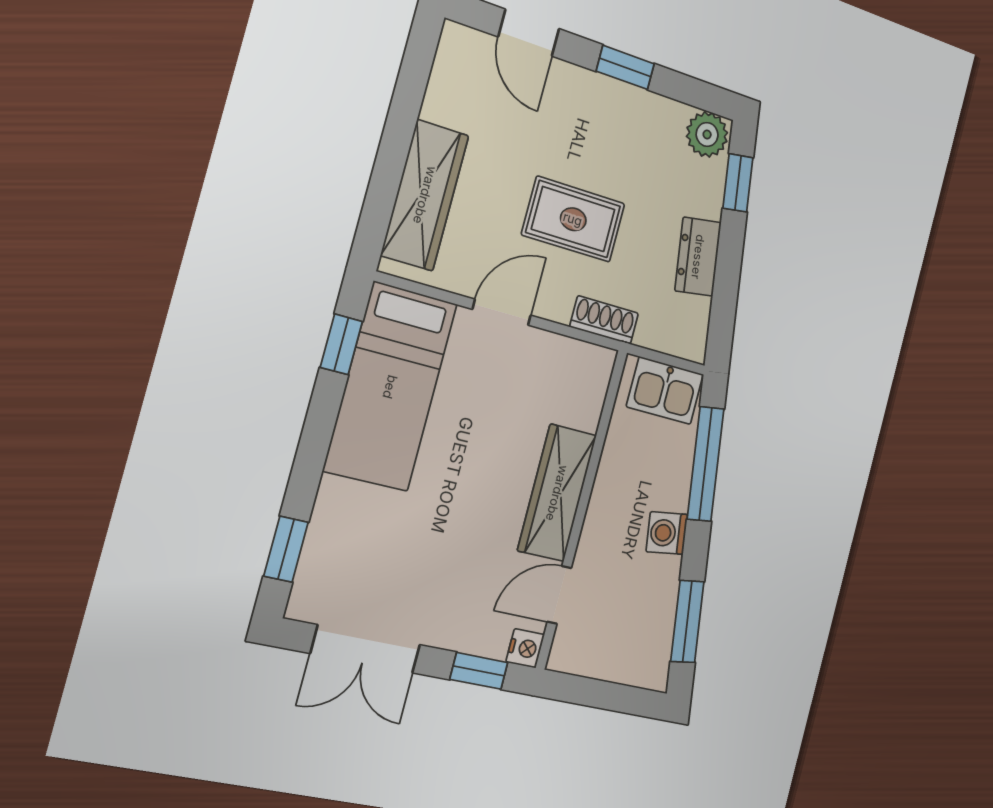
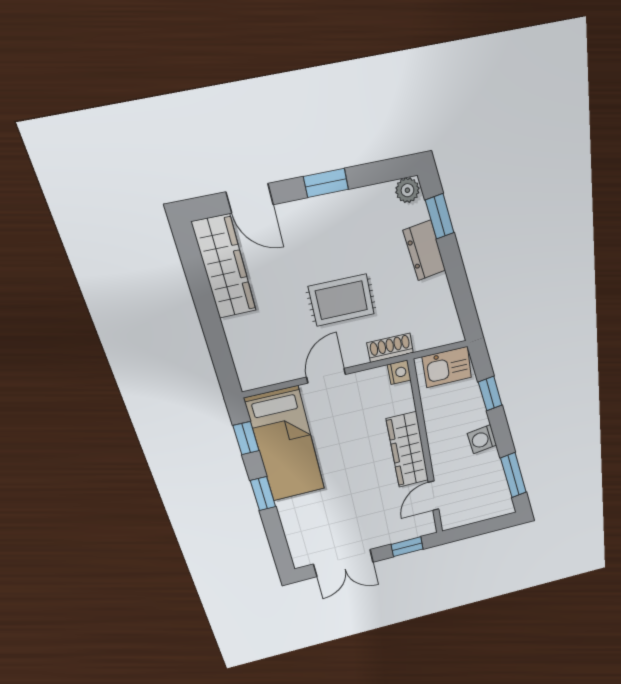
plant: (707, 134) -> (407, 190), width x0.73, depth x0.73
wardrobe: (425, 195) -> (224, 267), moved
dresser: (698, 257) -> (424, 251), moved
window: (706, 464) -> (490, 394), width x0.46
window: (286, 549) -> (263, 494), moved
nightstand: (525, 648) -> (399, 372), moved

